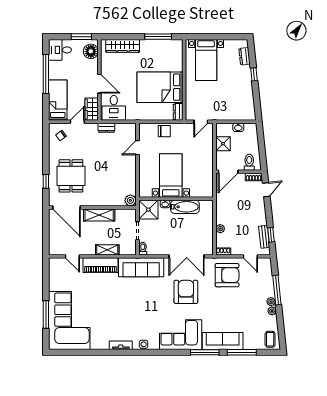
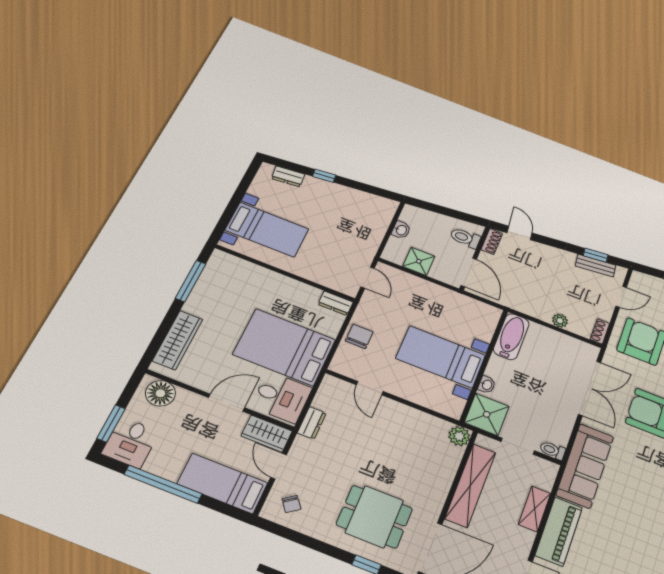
window: (81, 37) -> (111, 424), moved
bed: (160, 87) -> (284, 347), moved, turned 90
bathtub: (185, 207) -> (511, 337), moved
shelving: (99, 215) -> (470, 485), width x1.47

